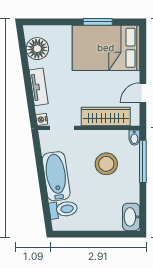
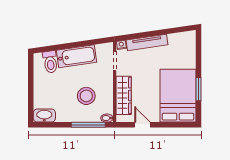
floor lamp: (37, 49) -> (177, 41), removed
tv unit: (39, 87) -> (147, 42), width x1.41

